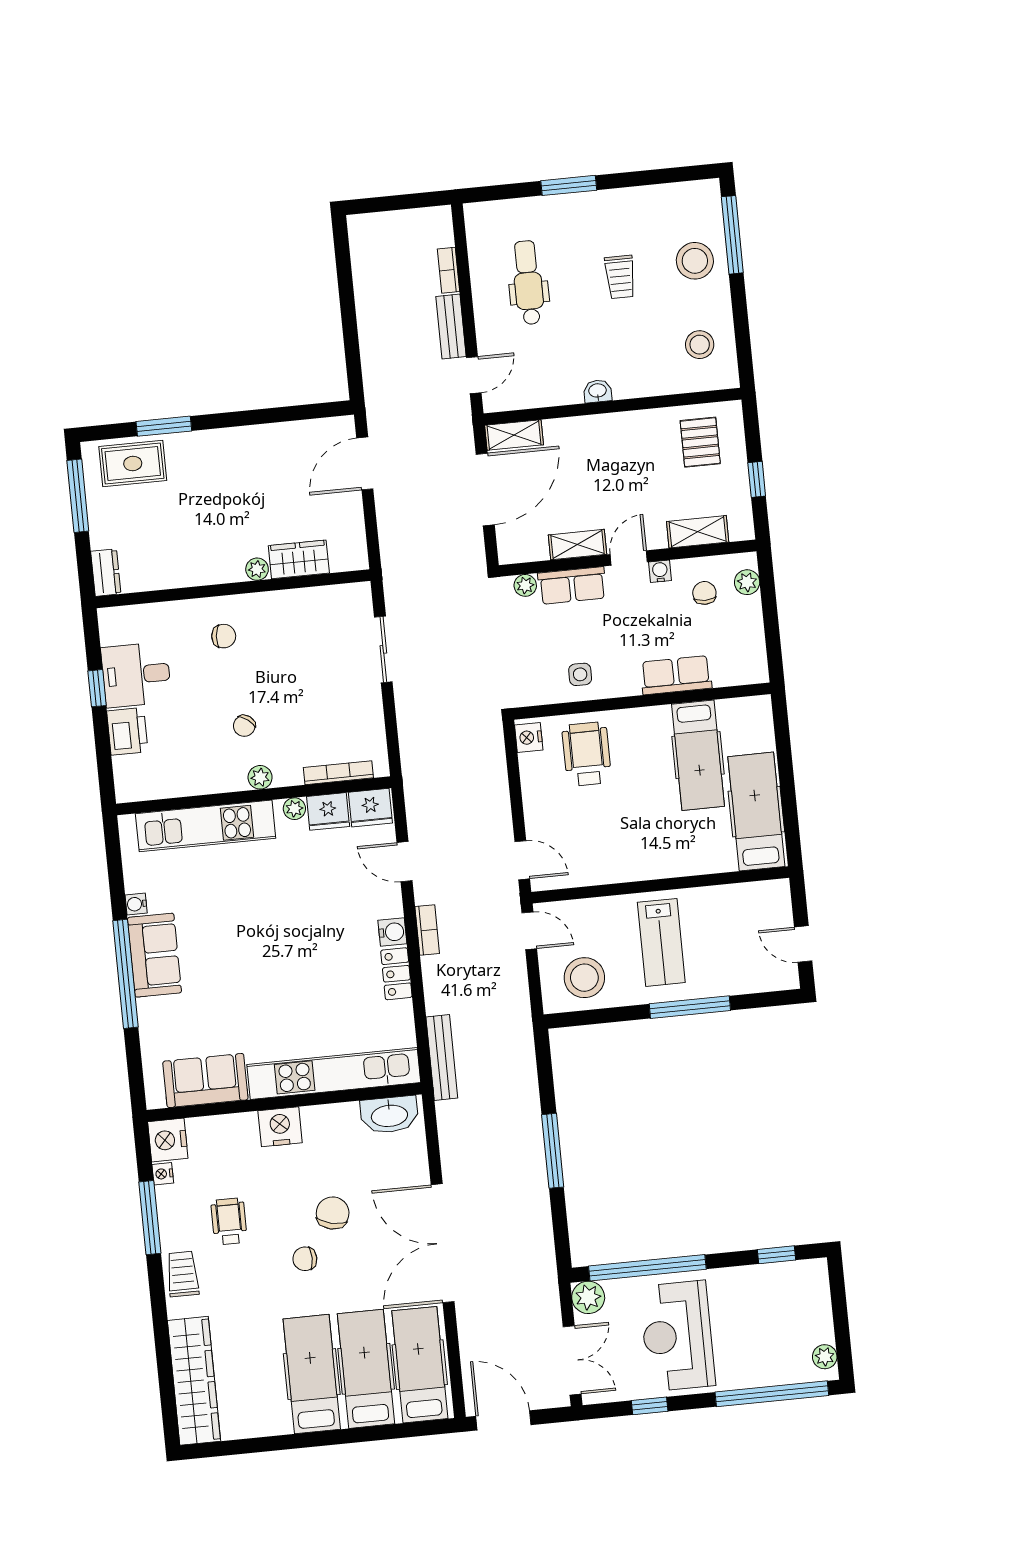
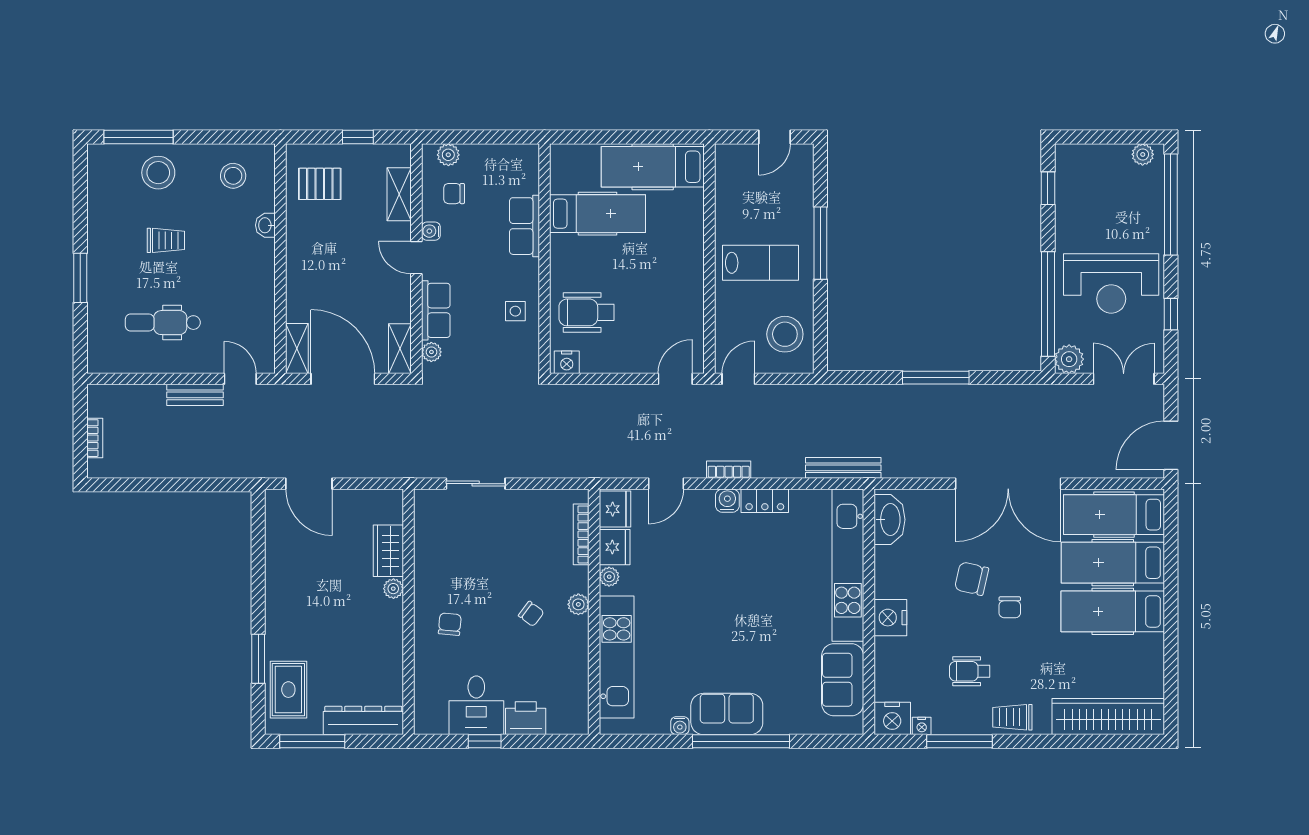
bookcase: (448, 270) -> (95, 438), moved, turned -90
washbasin: (598, 391) -> (265, 225), moved
shelving: (577, 545) -> (400, 349), moved
dresser: (106, 573) -> (363, 720), width x1.96, depth x1.24

